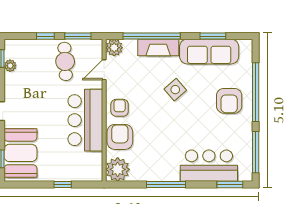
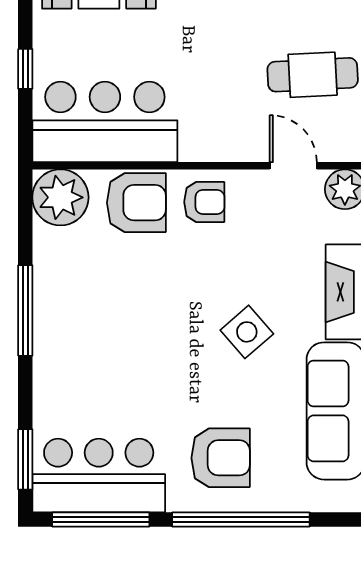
armchair: (229, 101) -> (221, 458), turned 180
bar counter: (85, 120) -> (105, 122), moved
bar counter: (209, 166) -> (99, 476), moved, turned -90

